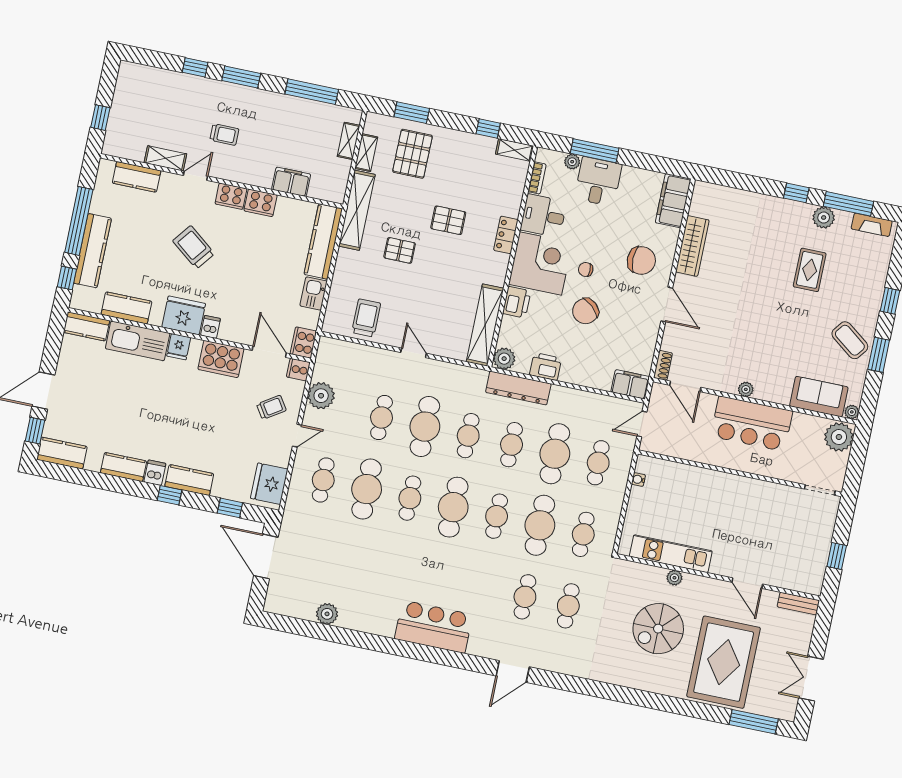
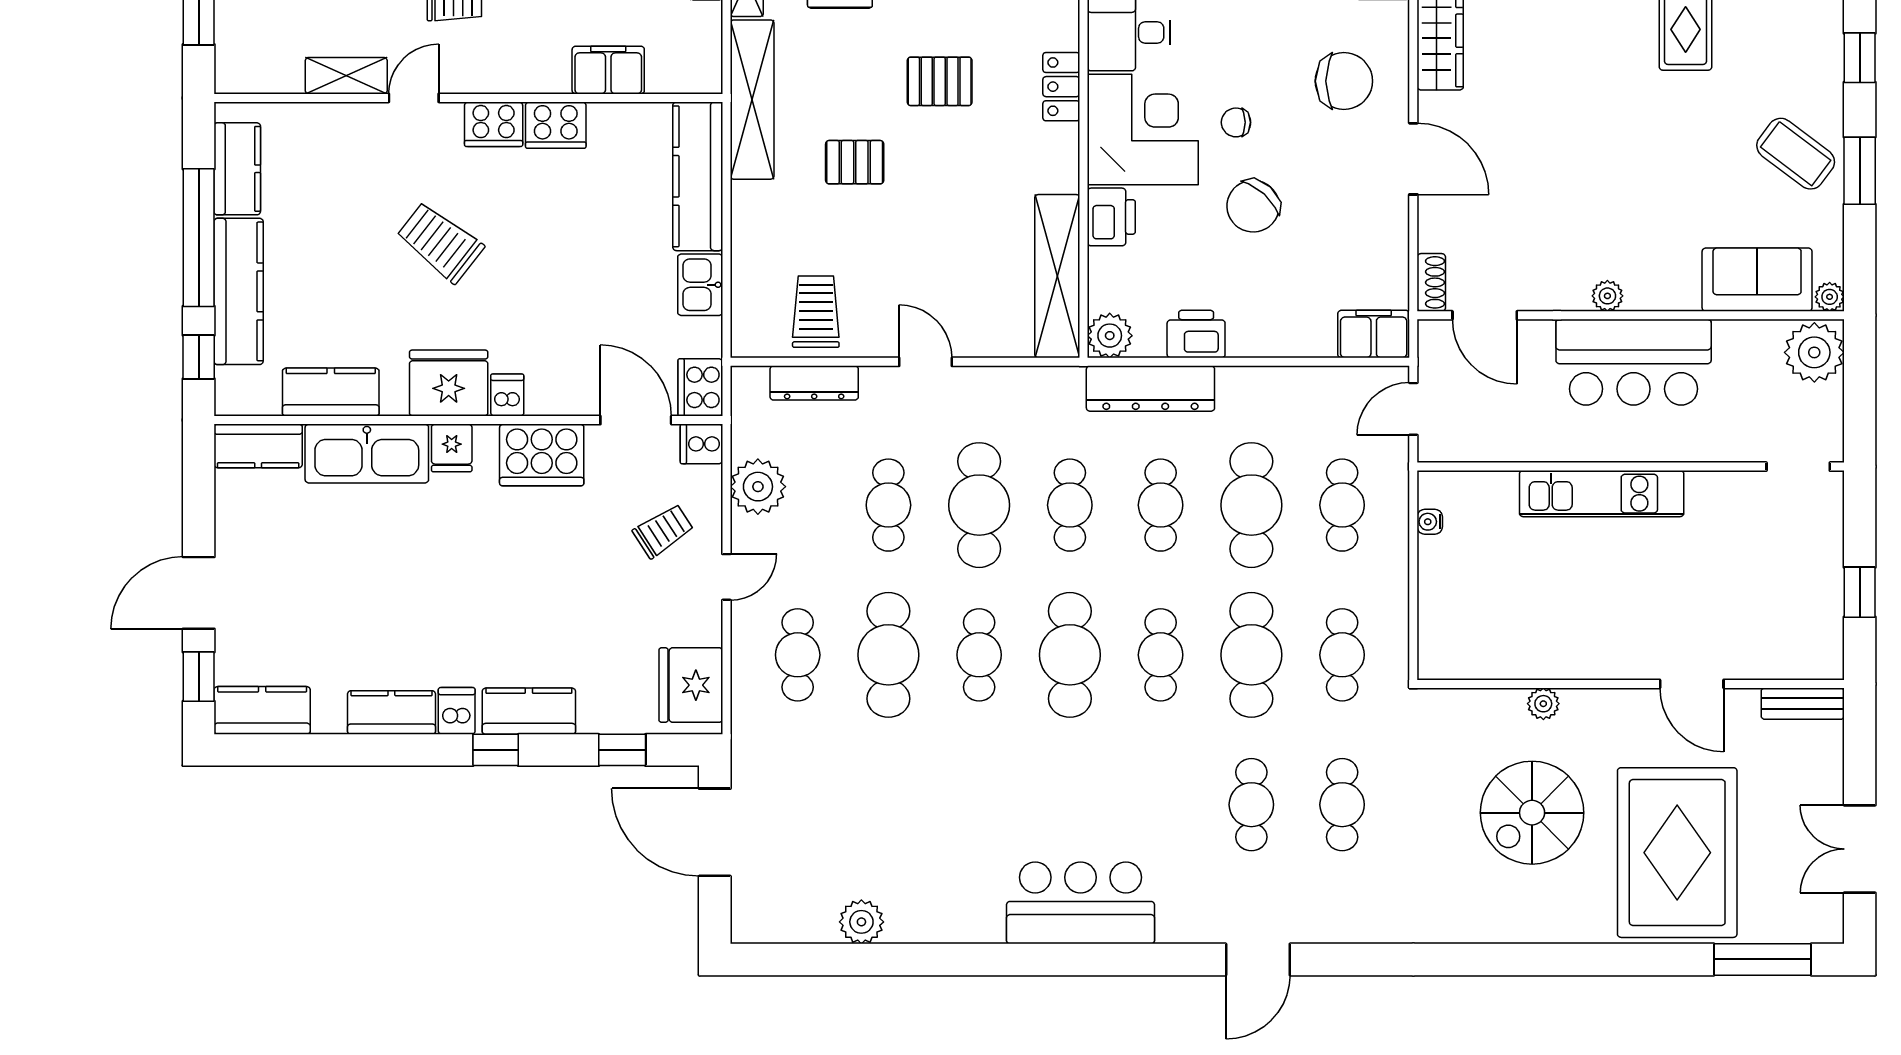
kitchen counter: (137, 177) -> (237, 169), moved, turned -90
dresser: (358, 352) -> (814, 383), added
kitchen unit: (671, 554) -> (1602, 494), moved, turned 180

